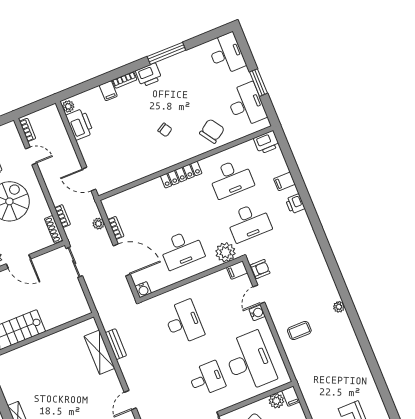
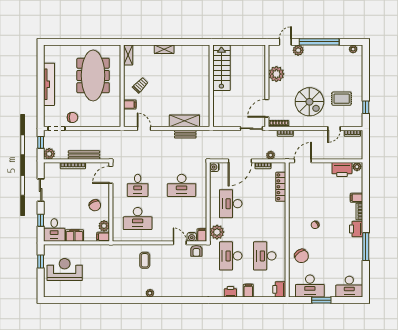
locker: (181, 175) -> (281, 187), moved
door: (18, 261) -> (267, 108), moved
water cooler: (257, 313) -> (192, 237), moved
desk: (249, 361) -> (138, 219), width x0.73, depth x0.77

